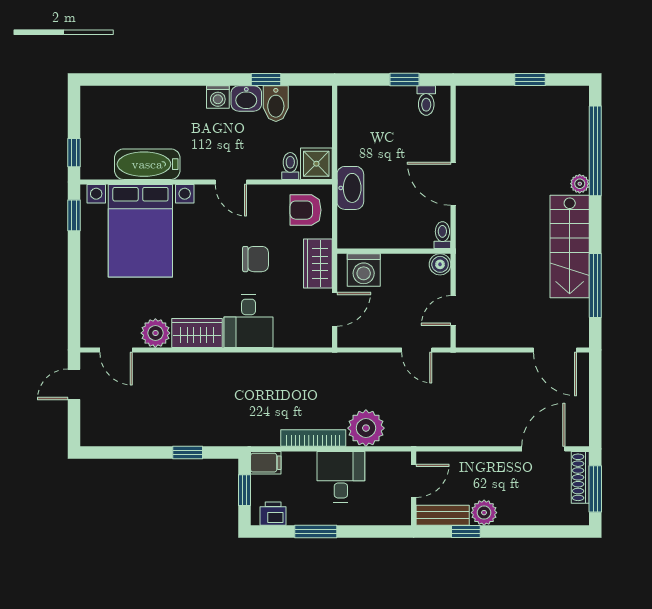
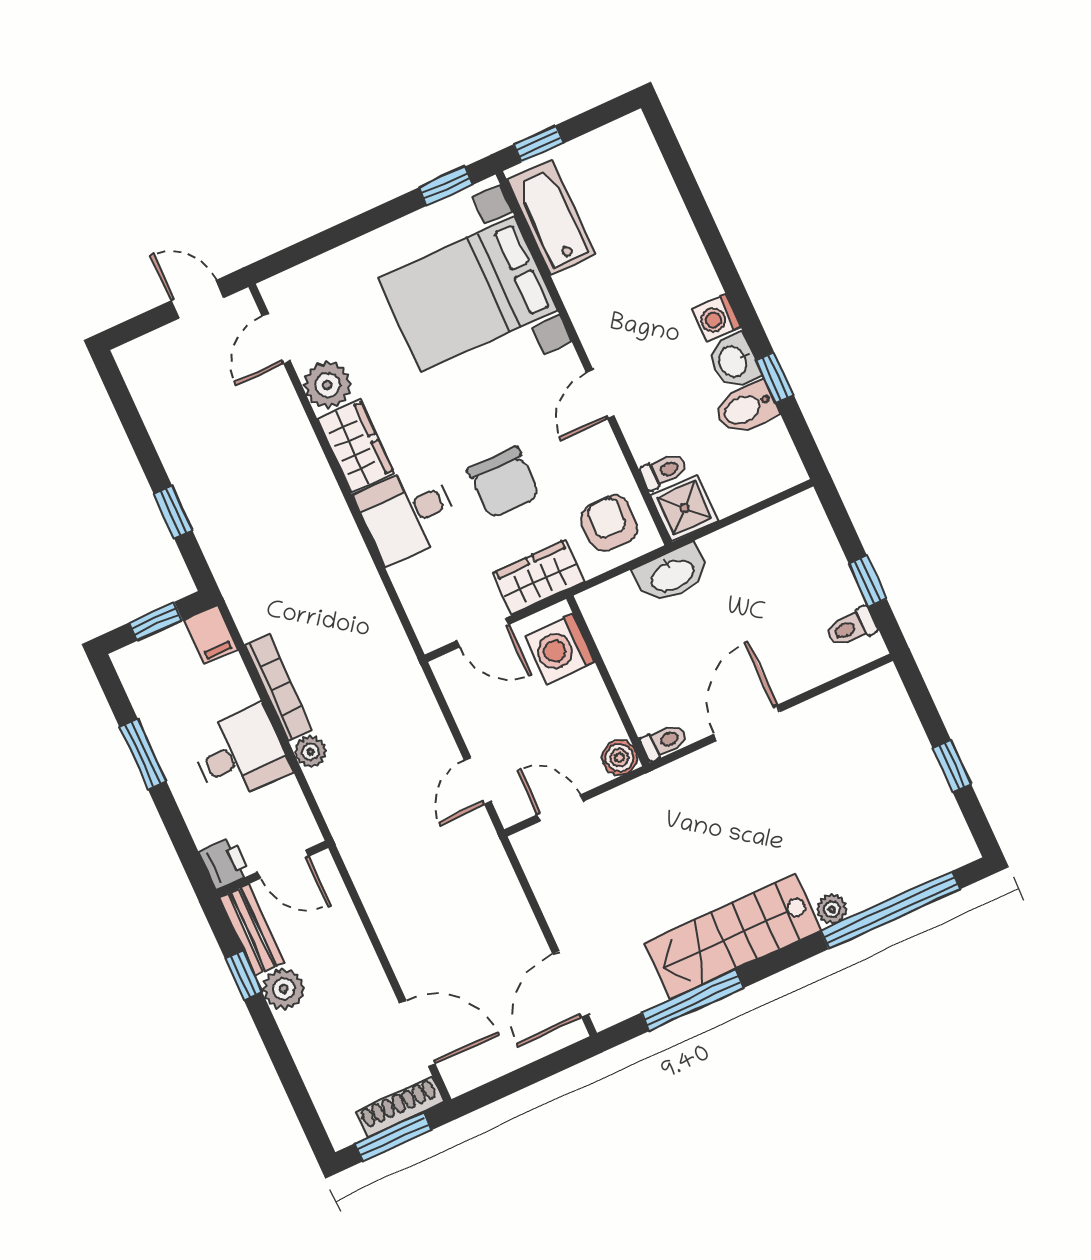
bathtub: (147, 164) -> (551, 217), moved
chair: (256, 259) -> (503, 482), width x1.37, depth x1.37
plant: (366, 428) -> (311, 752), width x0.53, depth x0.53
printer: (273, 514) -> (224, 864), moved

